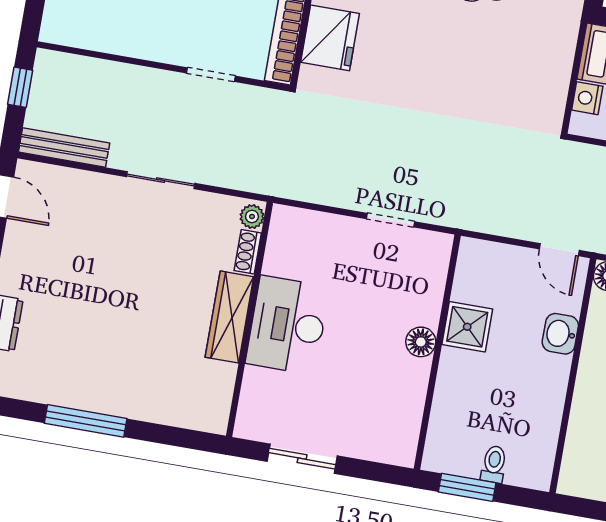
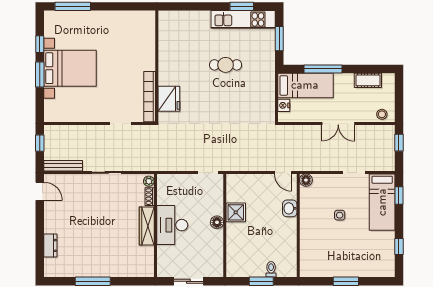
shower: (467, 327) -> (236, 212), moved
floor lamp: (421, 342) -> (217, 222), moved
wall: (437, 352) -> (225, 225), moved

